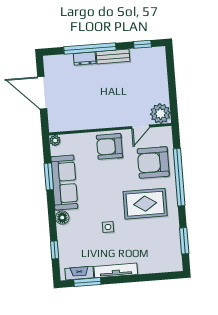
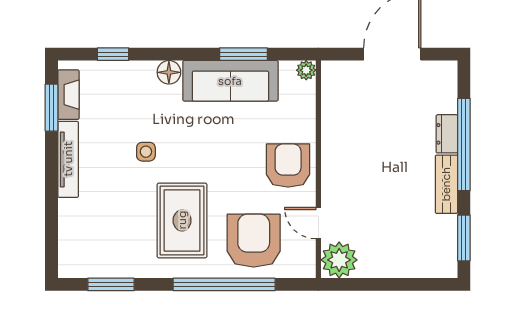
window: (142, 44) -> (464, 238), width x1.50

